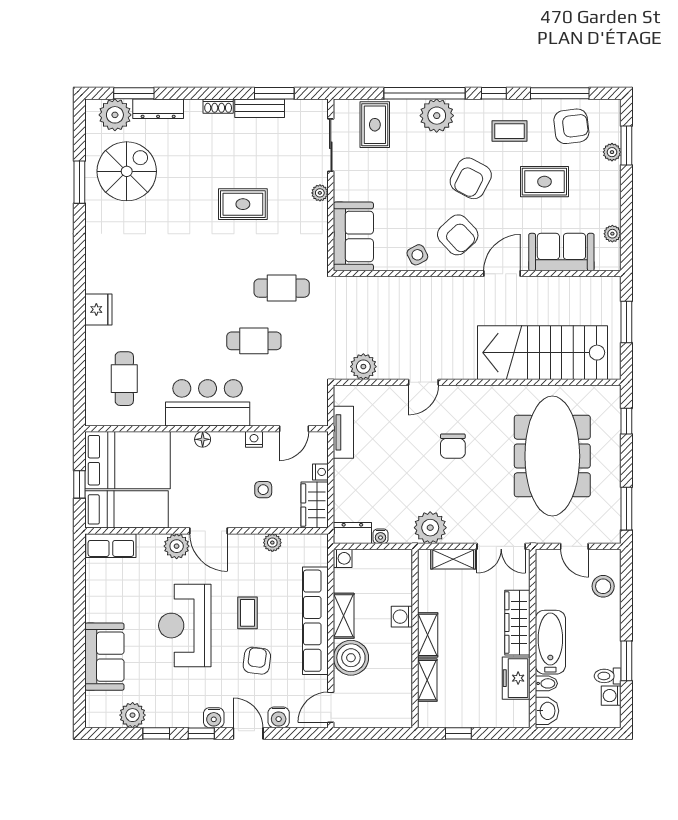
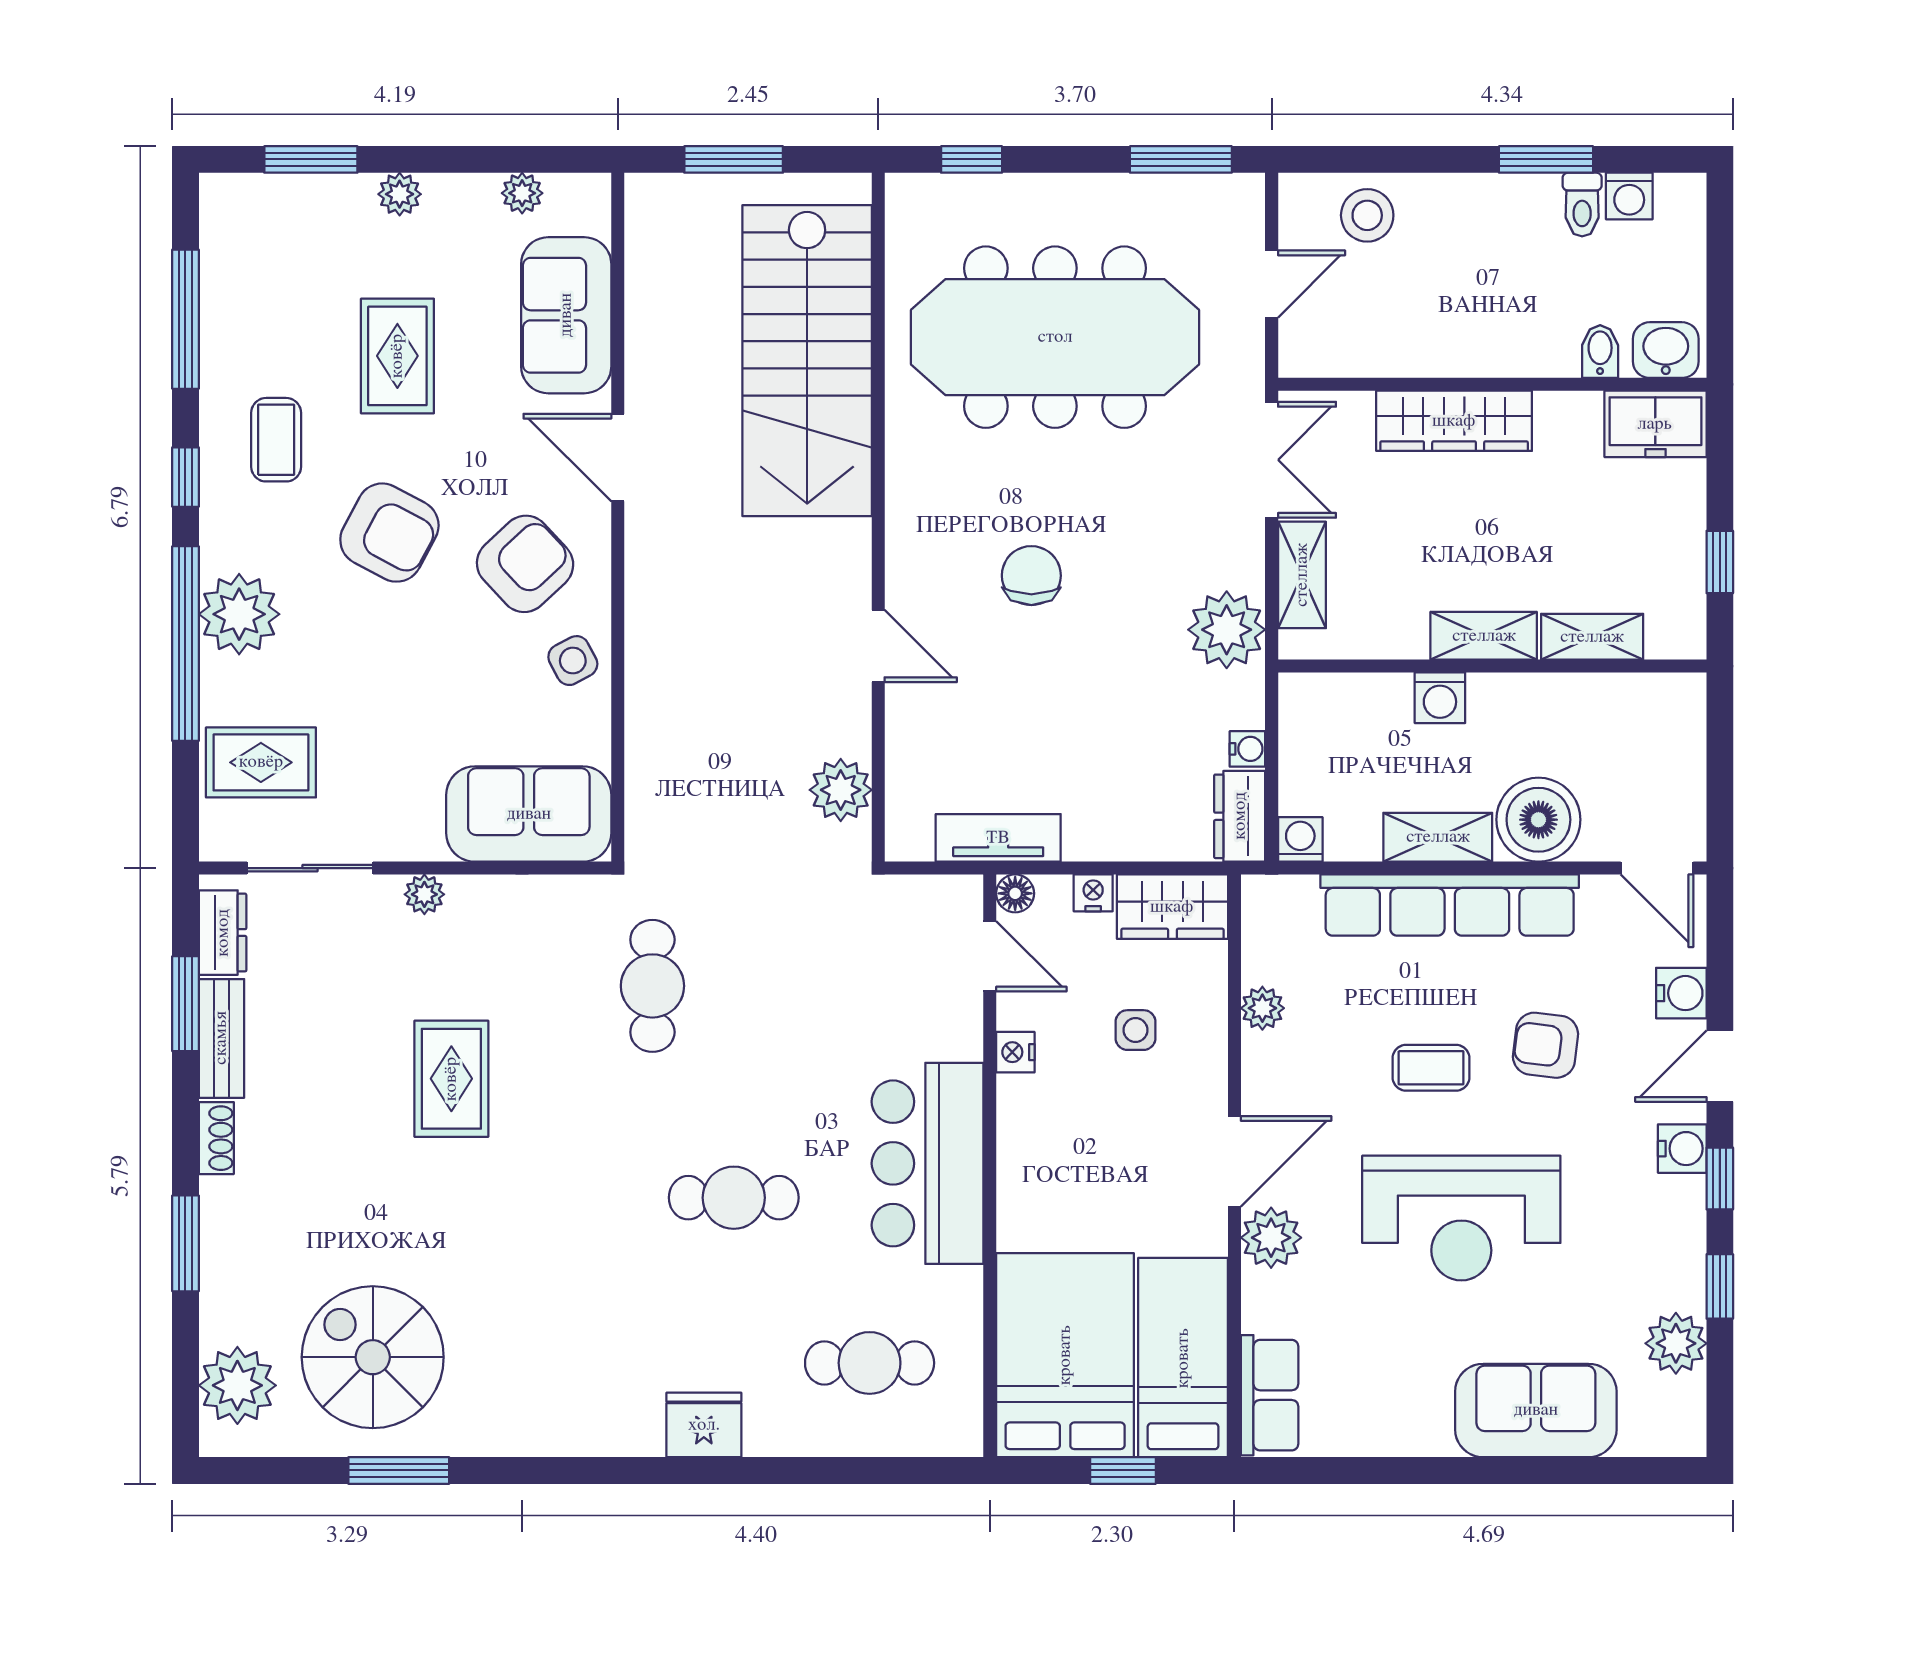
window: (134, 93) -> (185, 1243), moved
dresser: (158, 109) -> (223, 933), moved, width x0.70
armchair: (571, 126) -> (265, 291), removed
plant: (612, 152) -> (400, 194), moved
cafe table: (254, 341) -> (734, 1198), moved, turned 90
floor lamp: (203, 439) -> (1015, 893), moved
chair: (453, 446) -> (1031, 576), turned -90
bathtub: (550, 642) -> (1501, 342), removed
freezer: (516, 678) -> (1655, 424), moved

